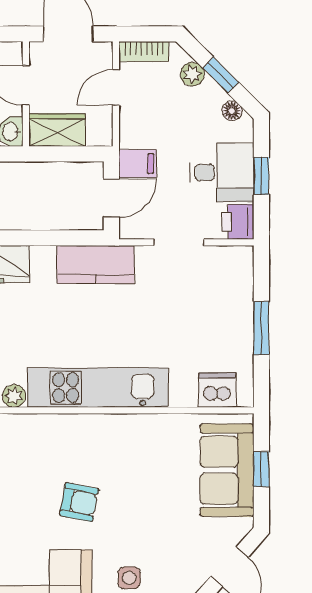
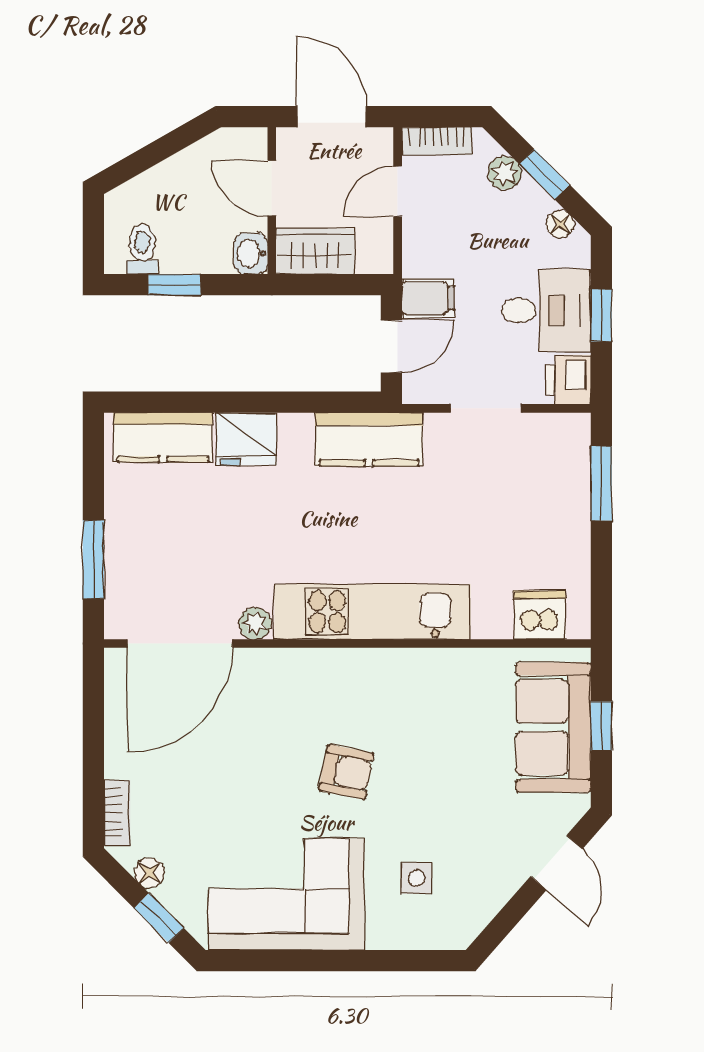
window: (261, 328) -> (601, 483), moved

